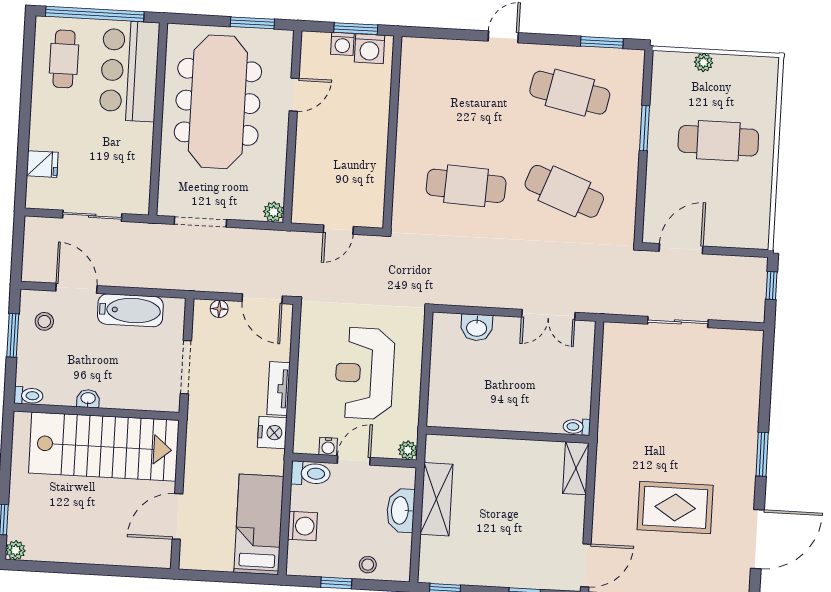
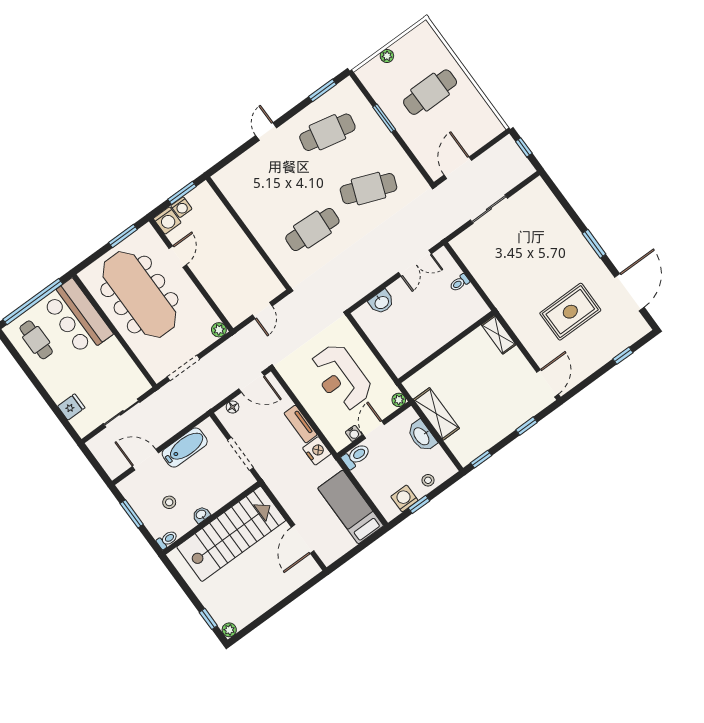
washing machine: (370, 49) -> (167, 221), moved
stool: (44, 321) -> (169, 502), moved
toilet: (577, 427) -> (459, 283), moved
washing machine: (302, 526) -> (404, 498), moved, turned -90

